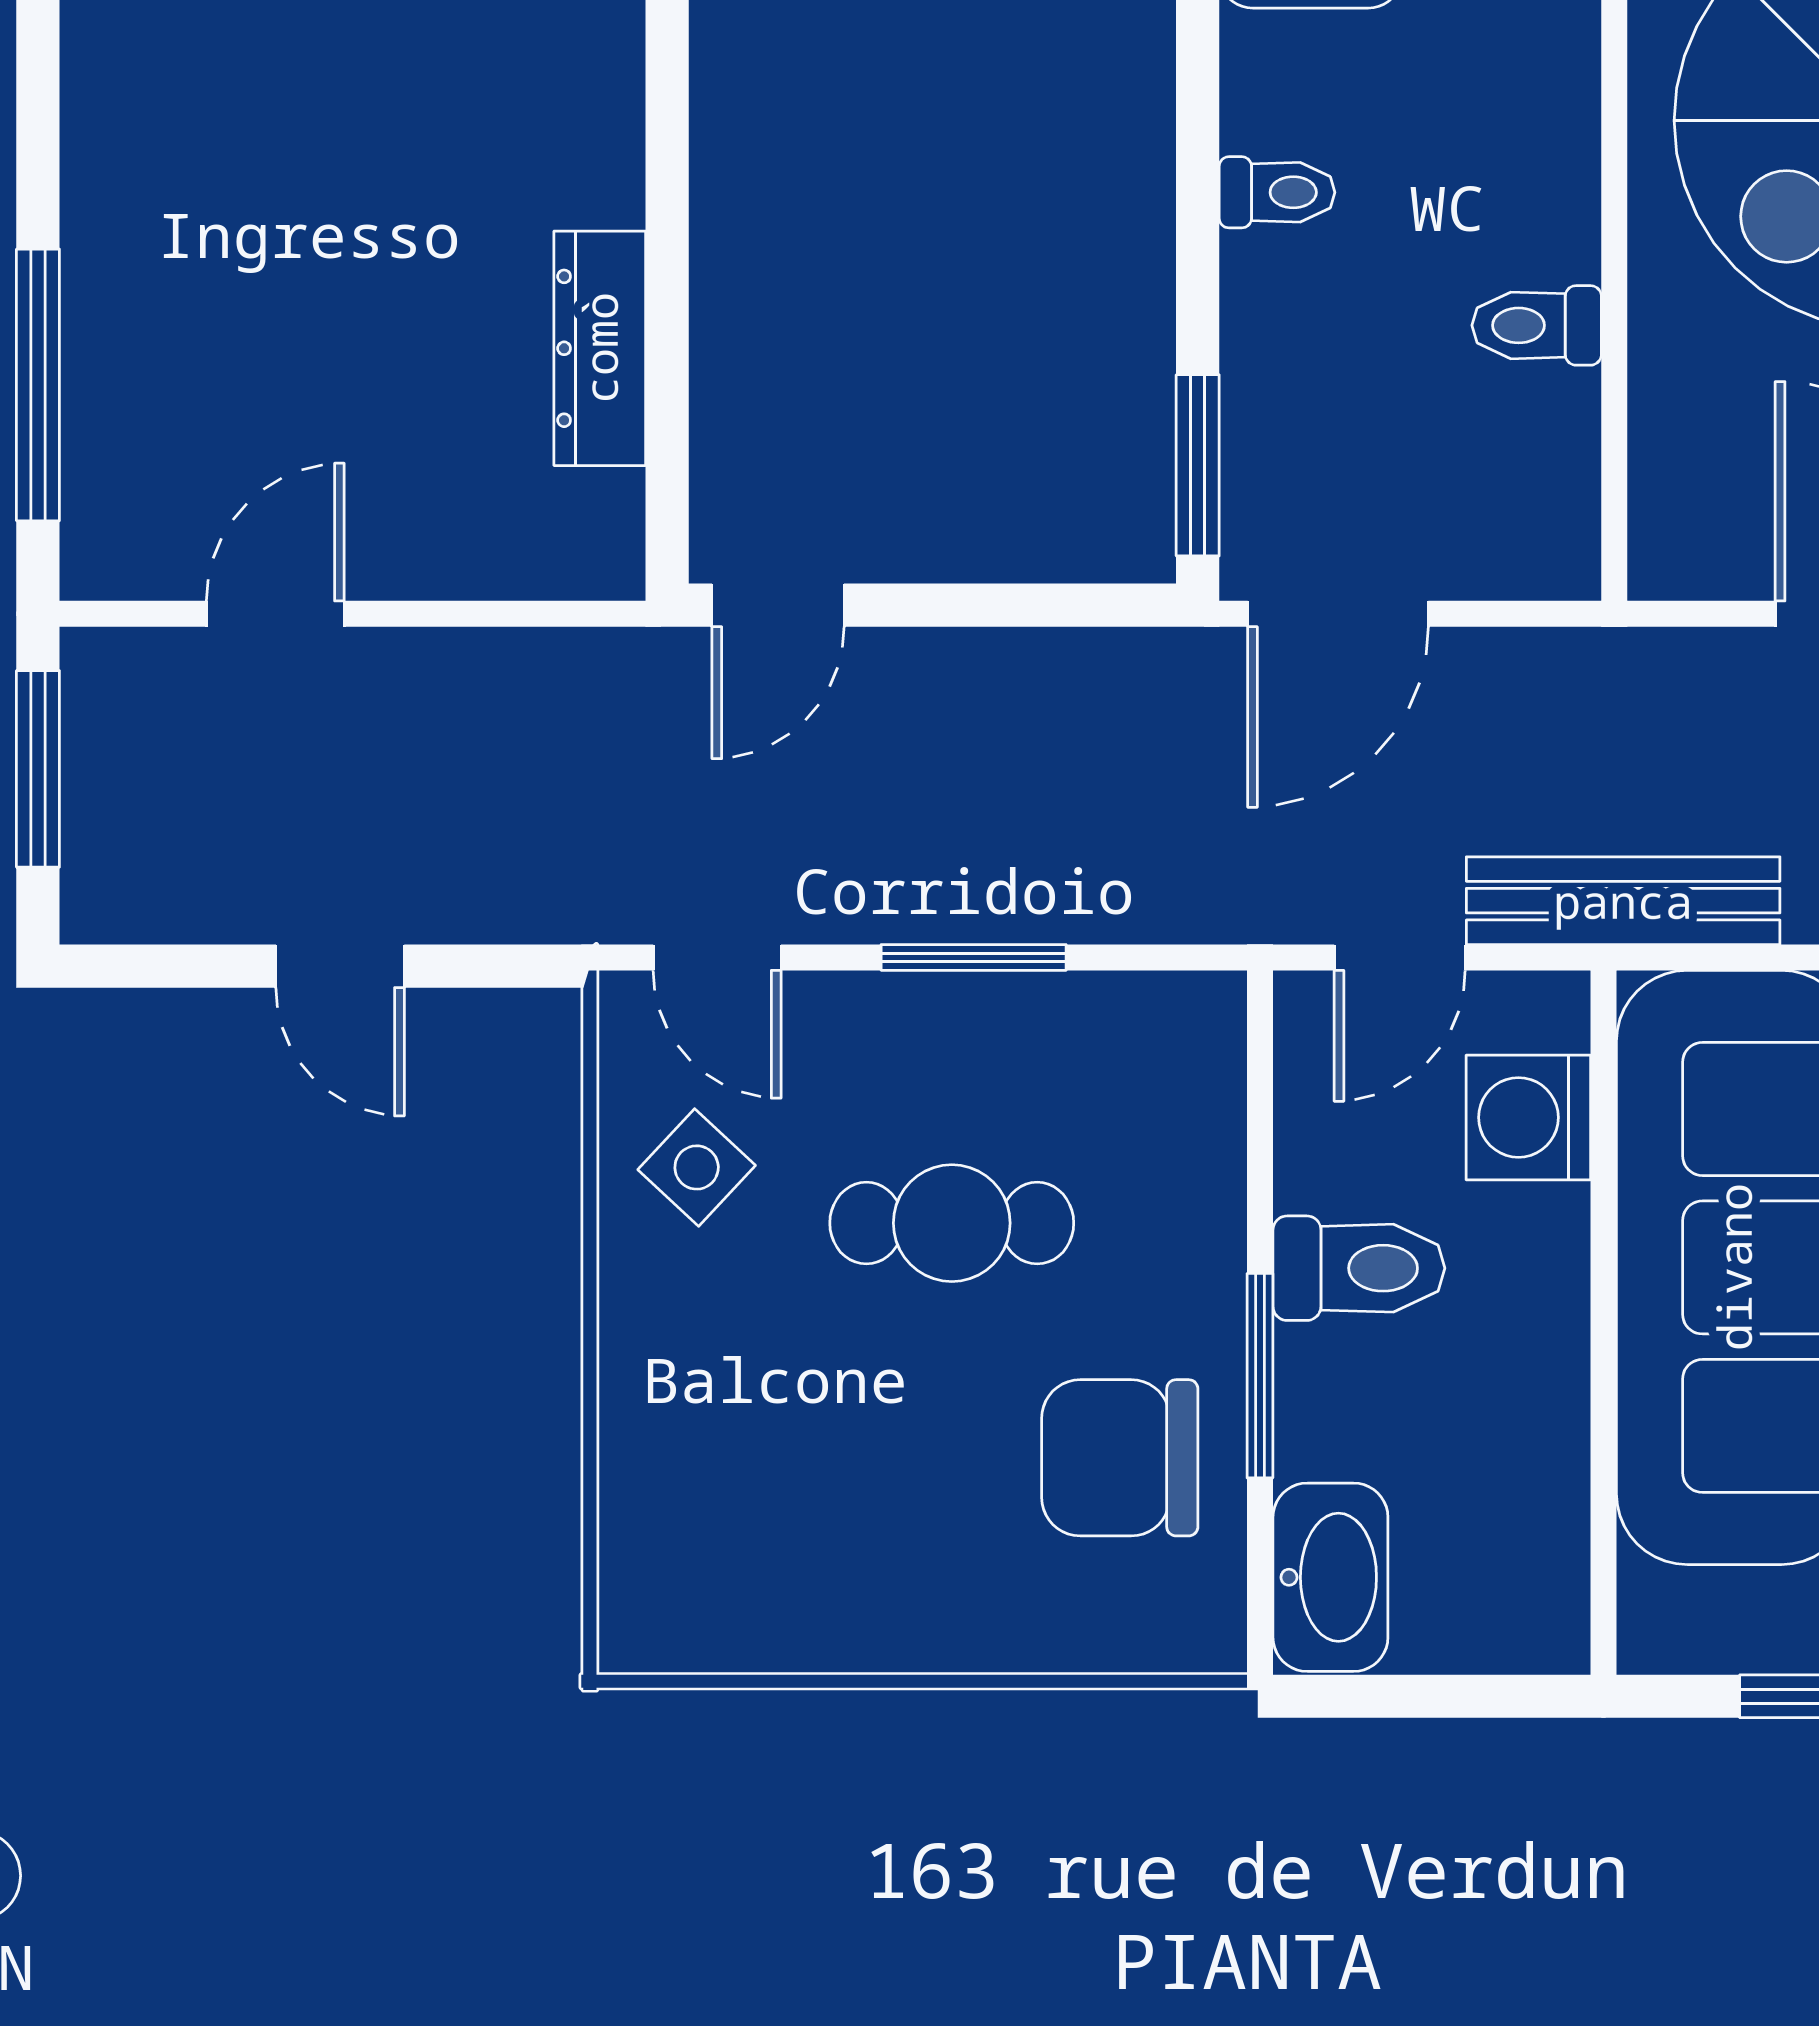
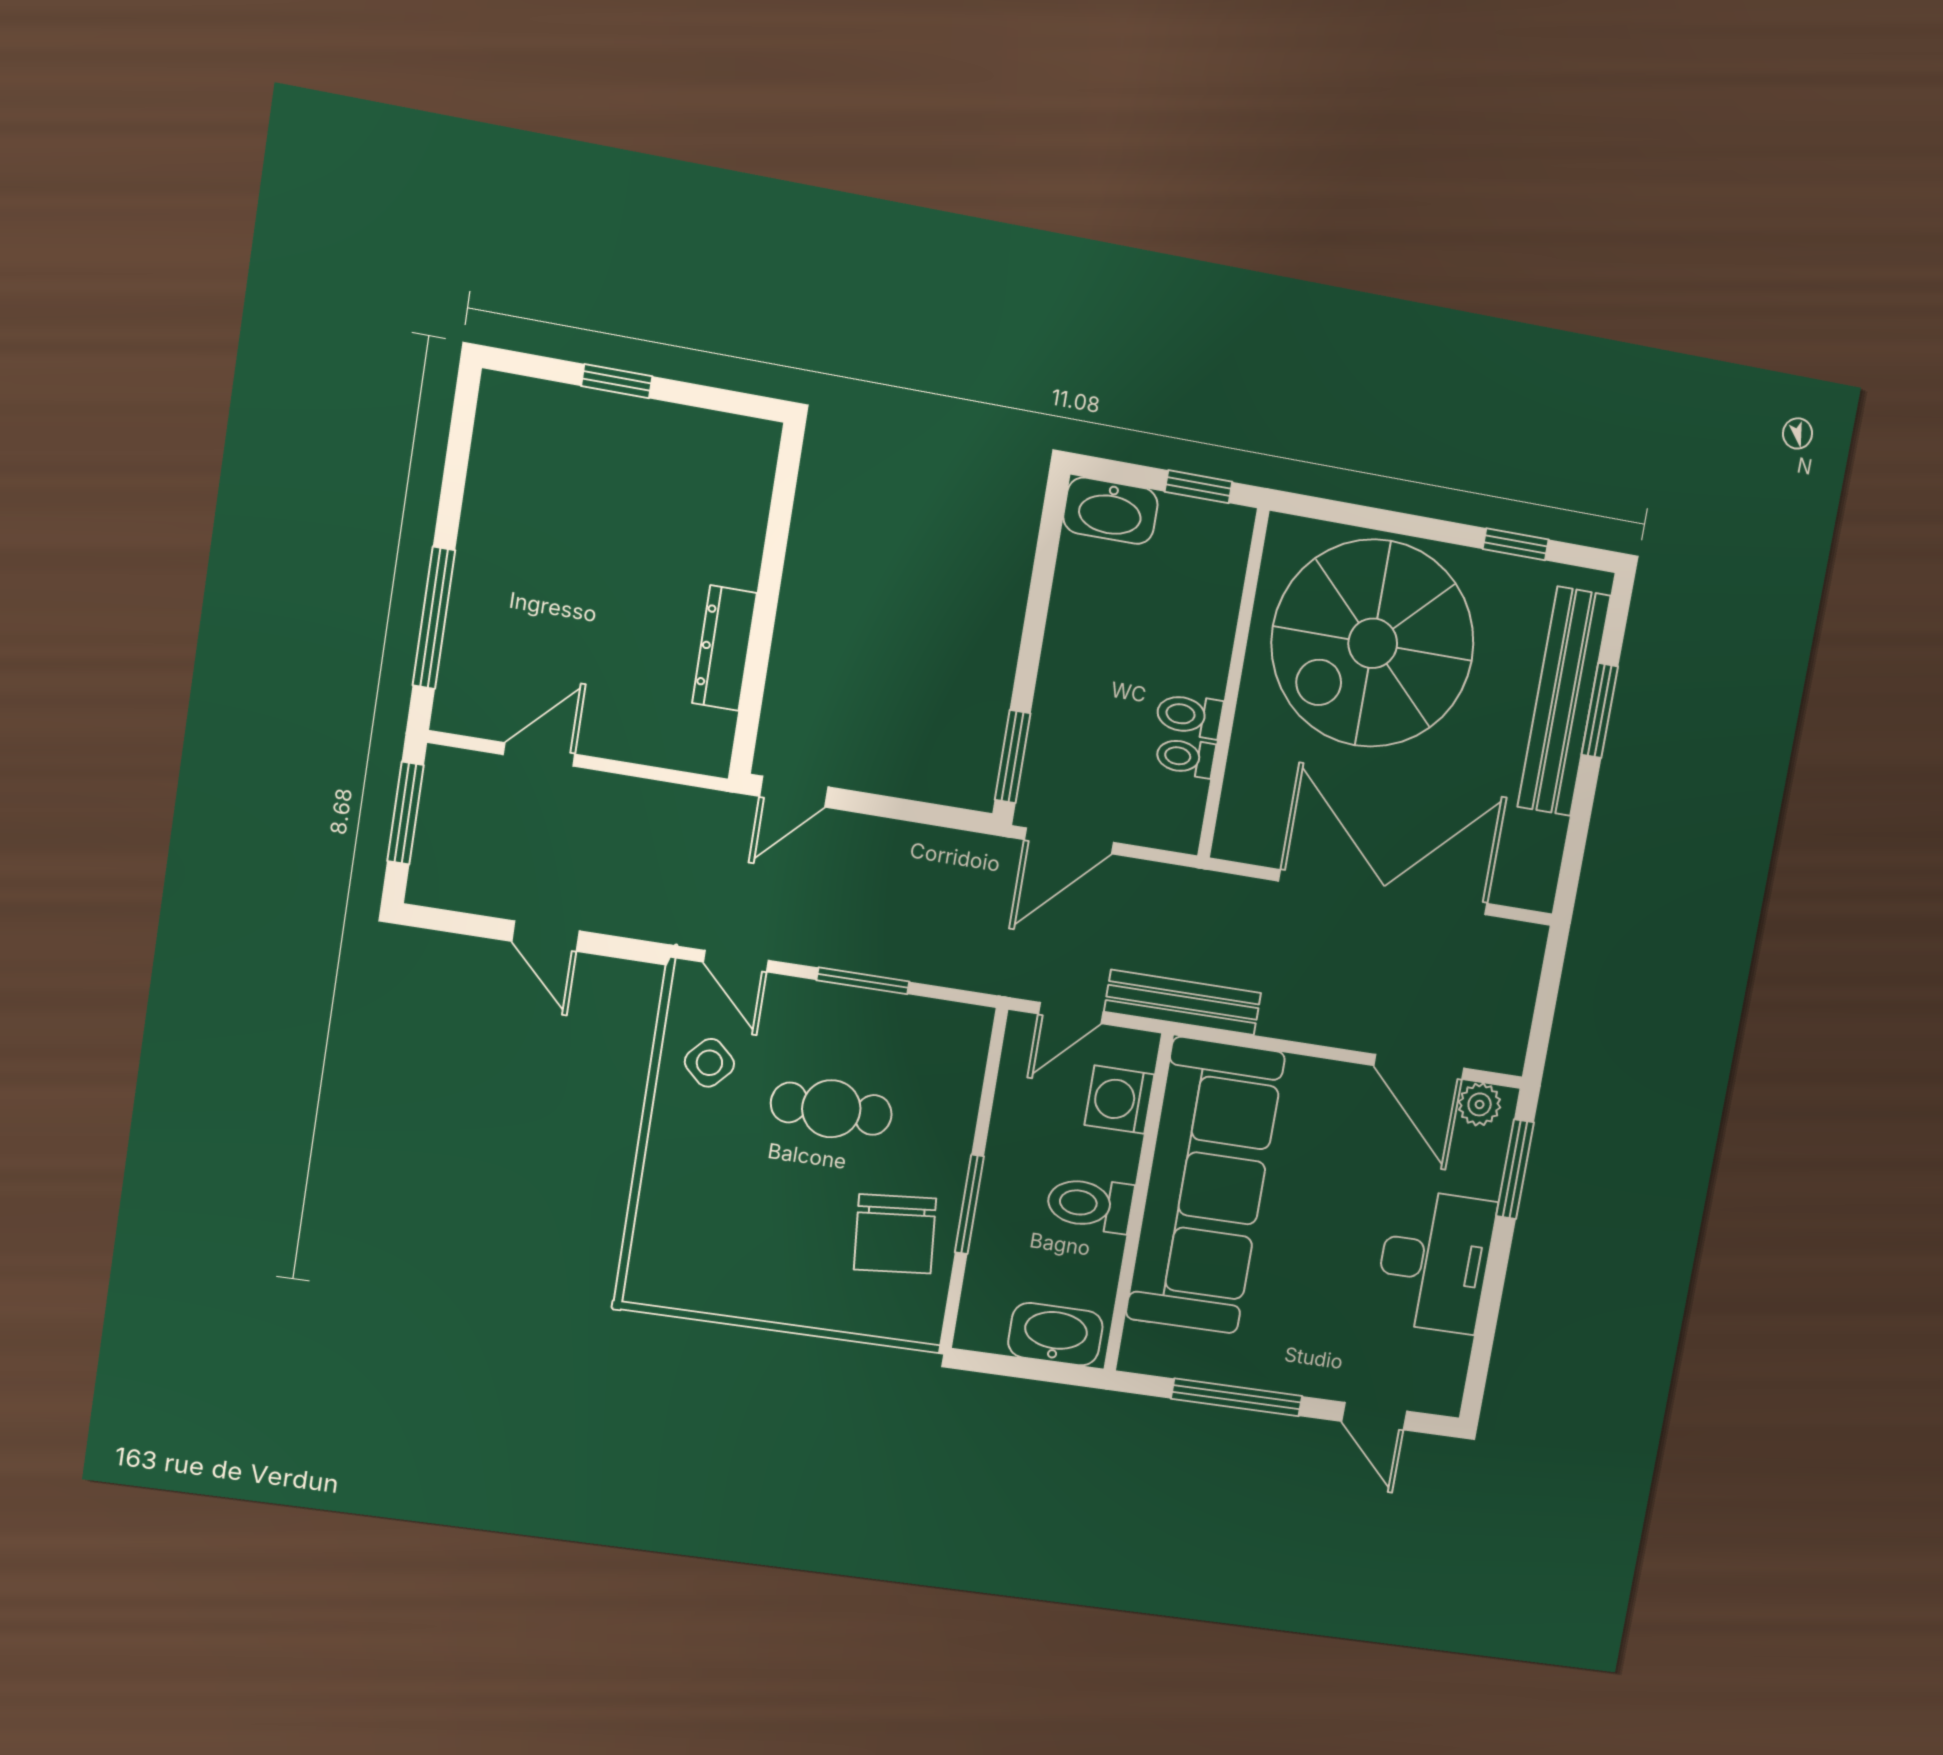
toilet: (1277, 192) -> (1186, 757), moved, turned 180
toilet: (1359, 1268) -> (1090, 1204), moved, turned 180
chair: (1120, 1458) -> (895, 1234), turned -95
washbasin: (1330, 1577) -> (1055, 1334), moved, turned -90

